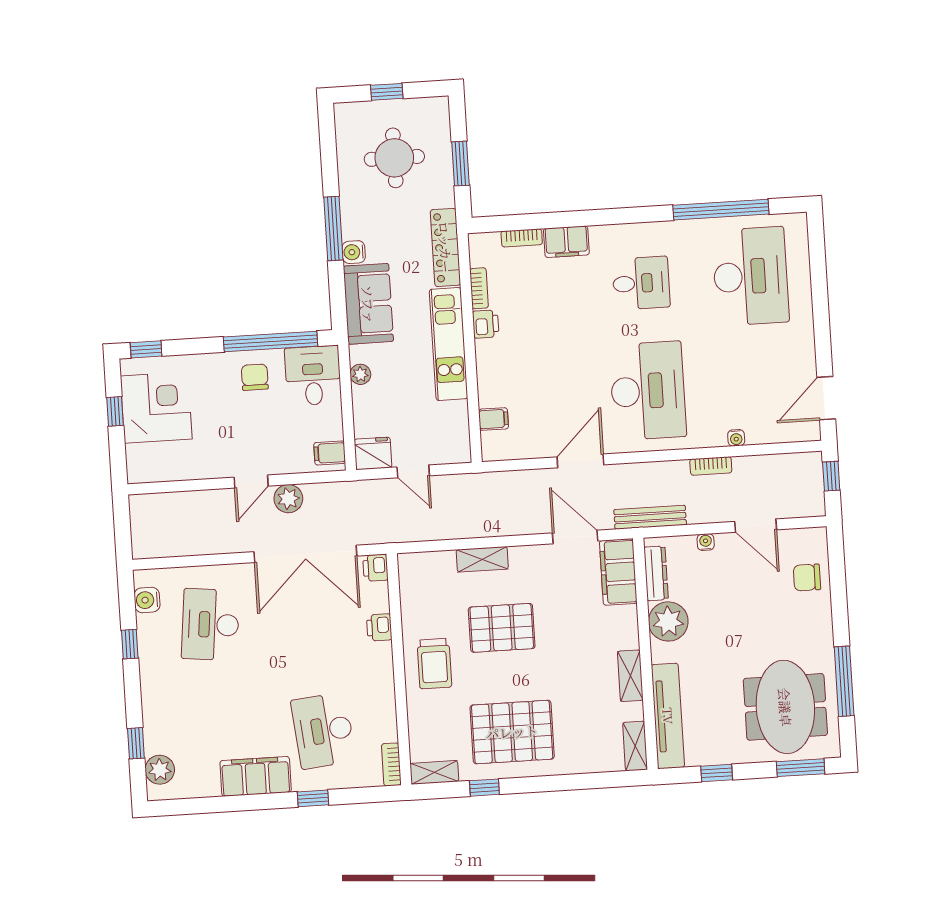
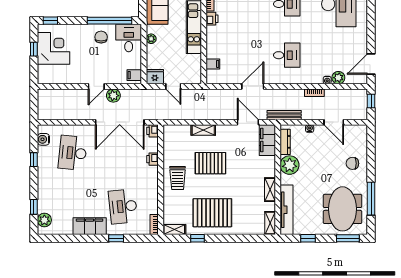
desk: (648, 391) -> (287, 55), width x0.53, depth x0.77
plant: (759, 431) -> (338, 78), added
chair: (807, 578) -> (352, 163), moved

